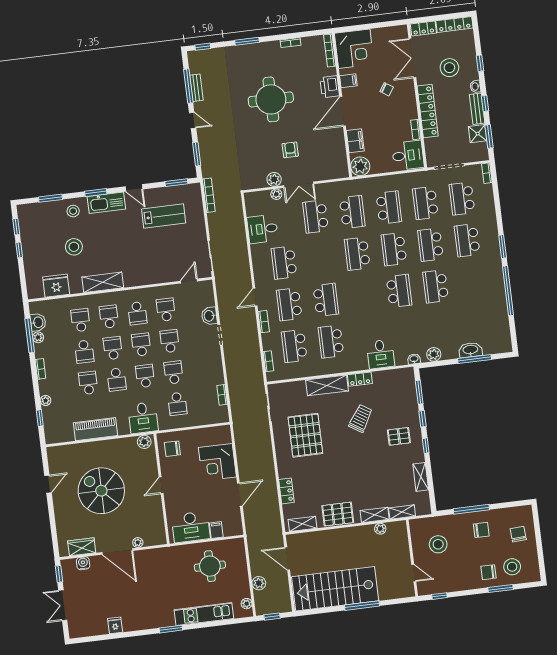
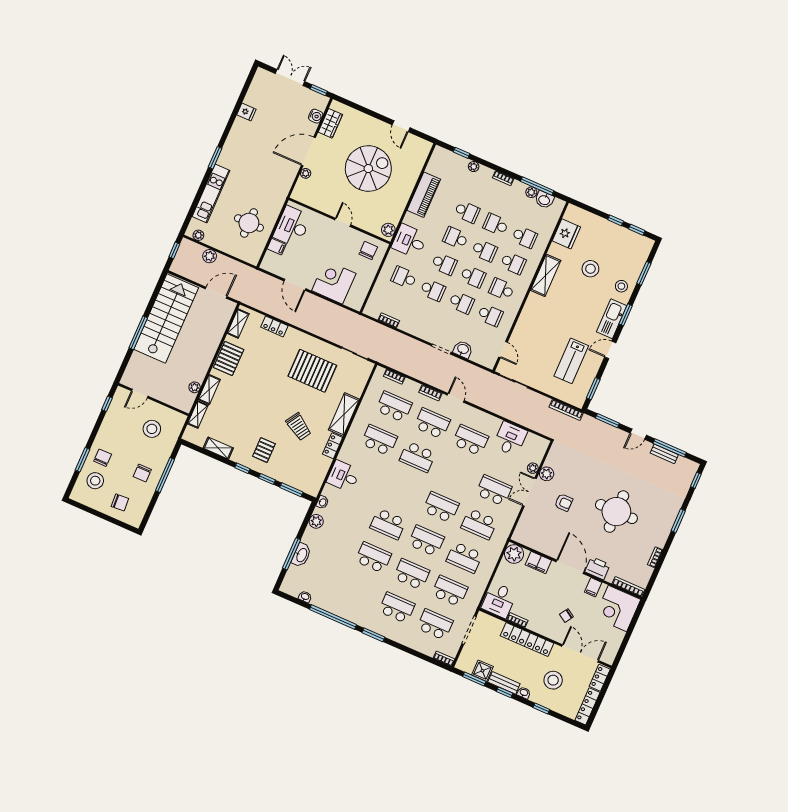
washbasin: (505, 325) -> (305, 597), added

